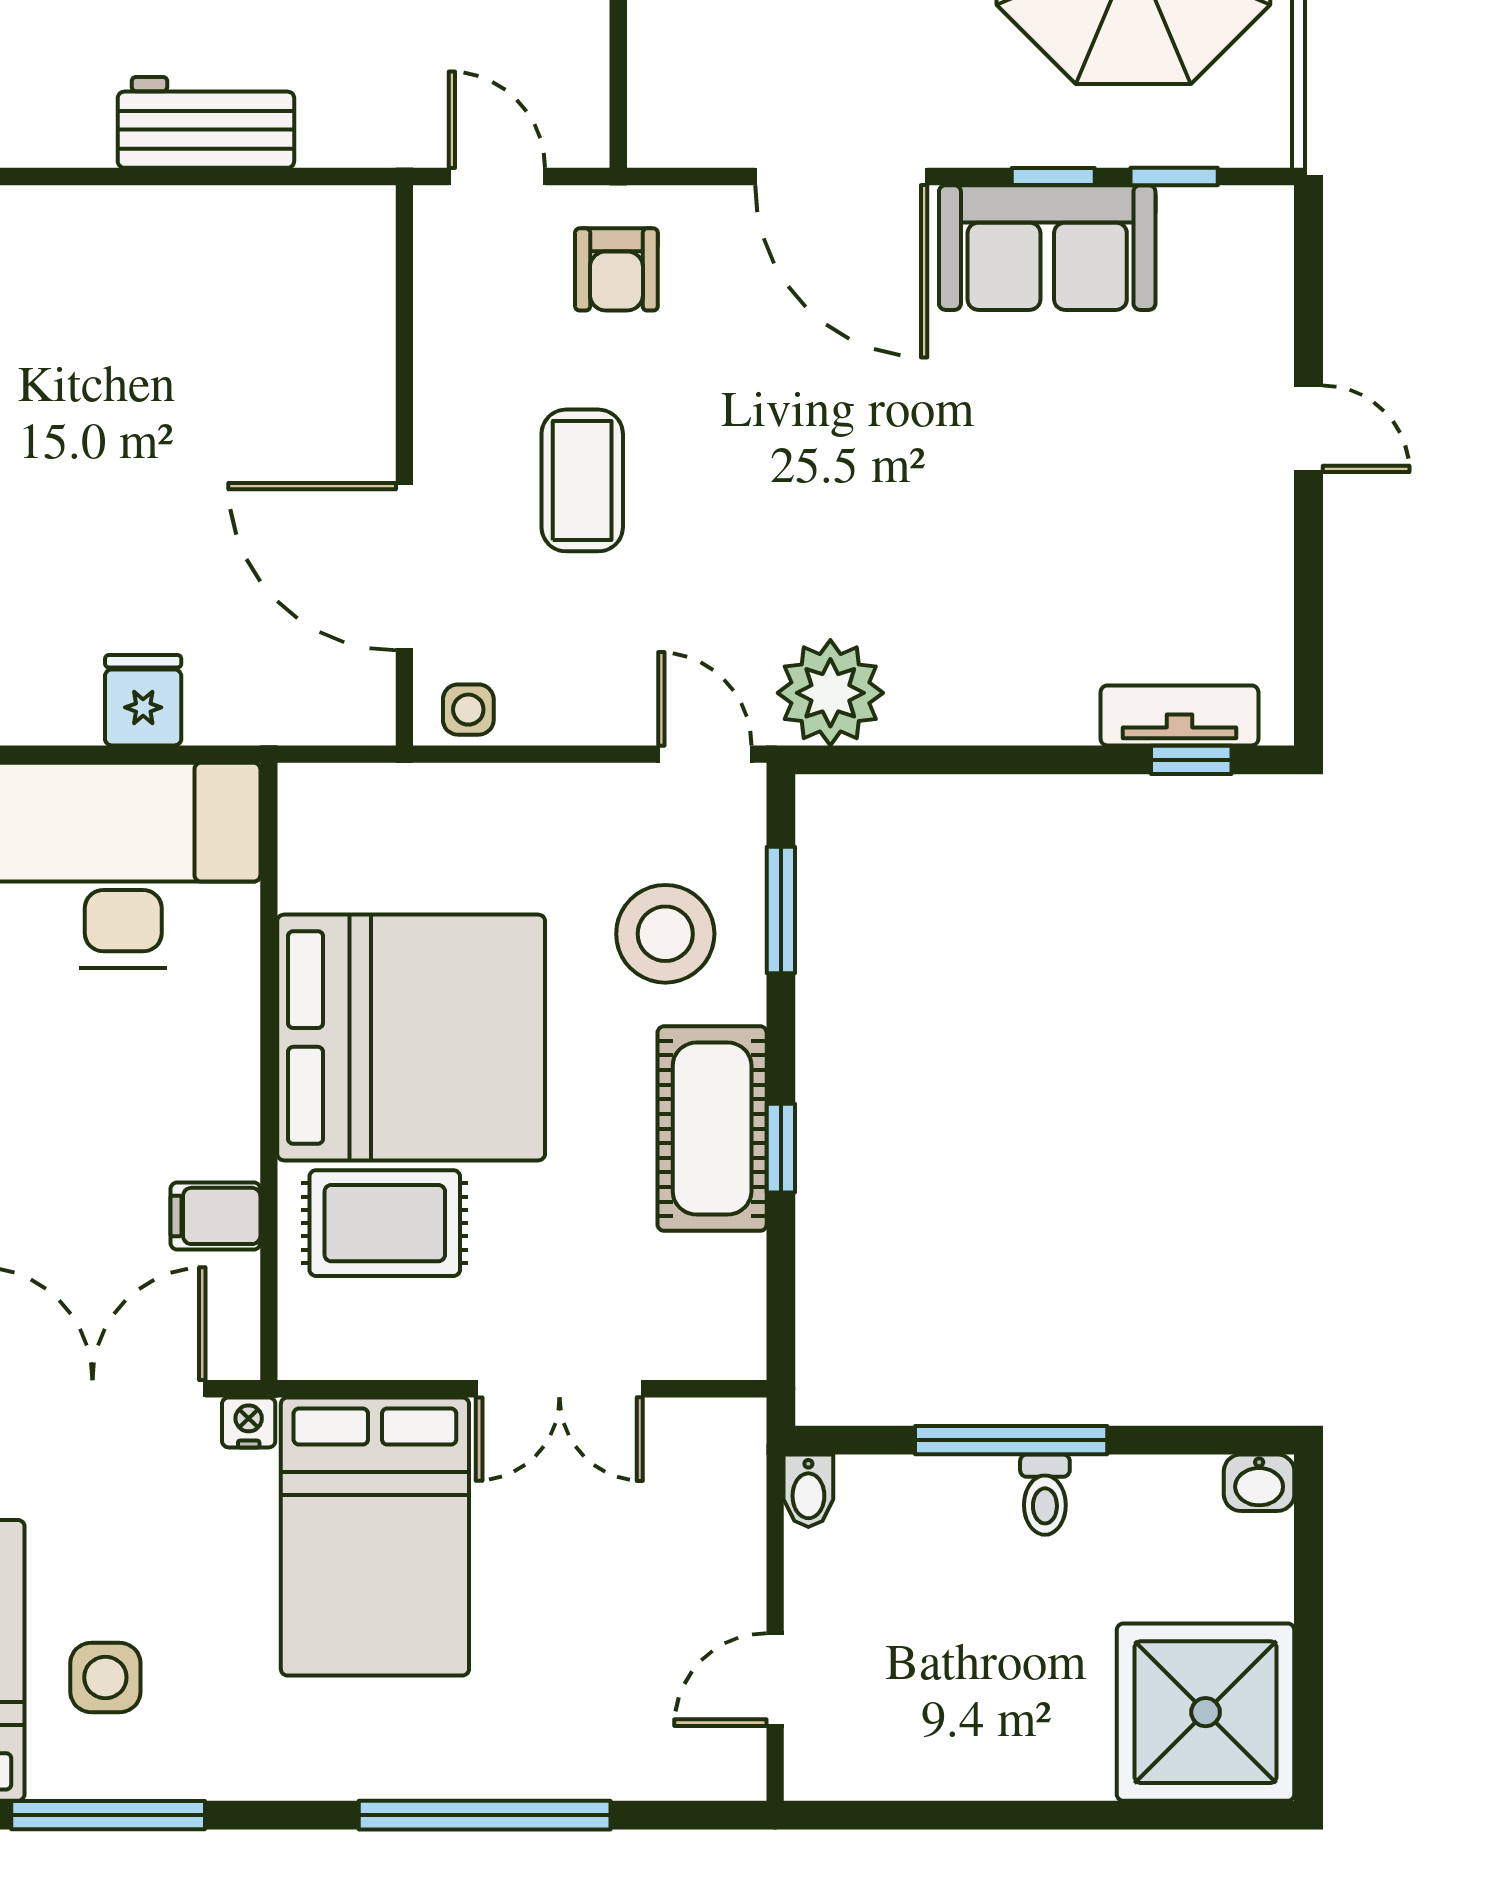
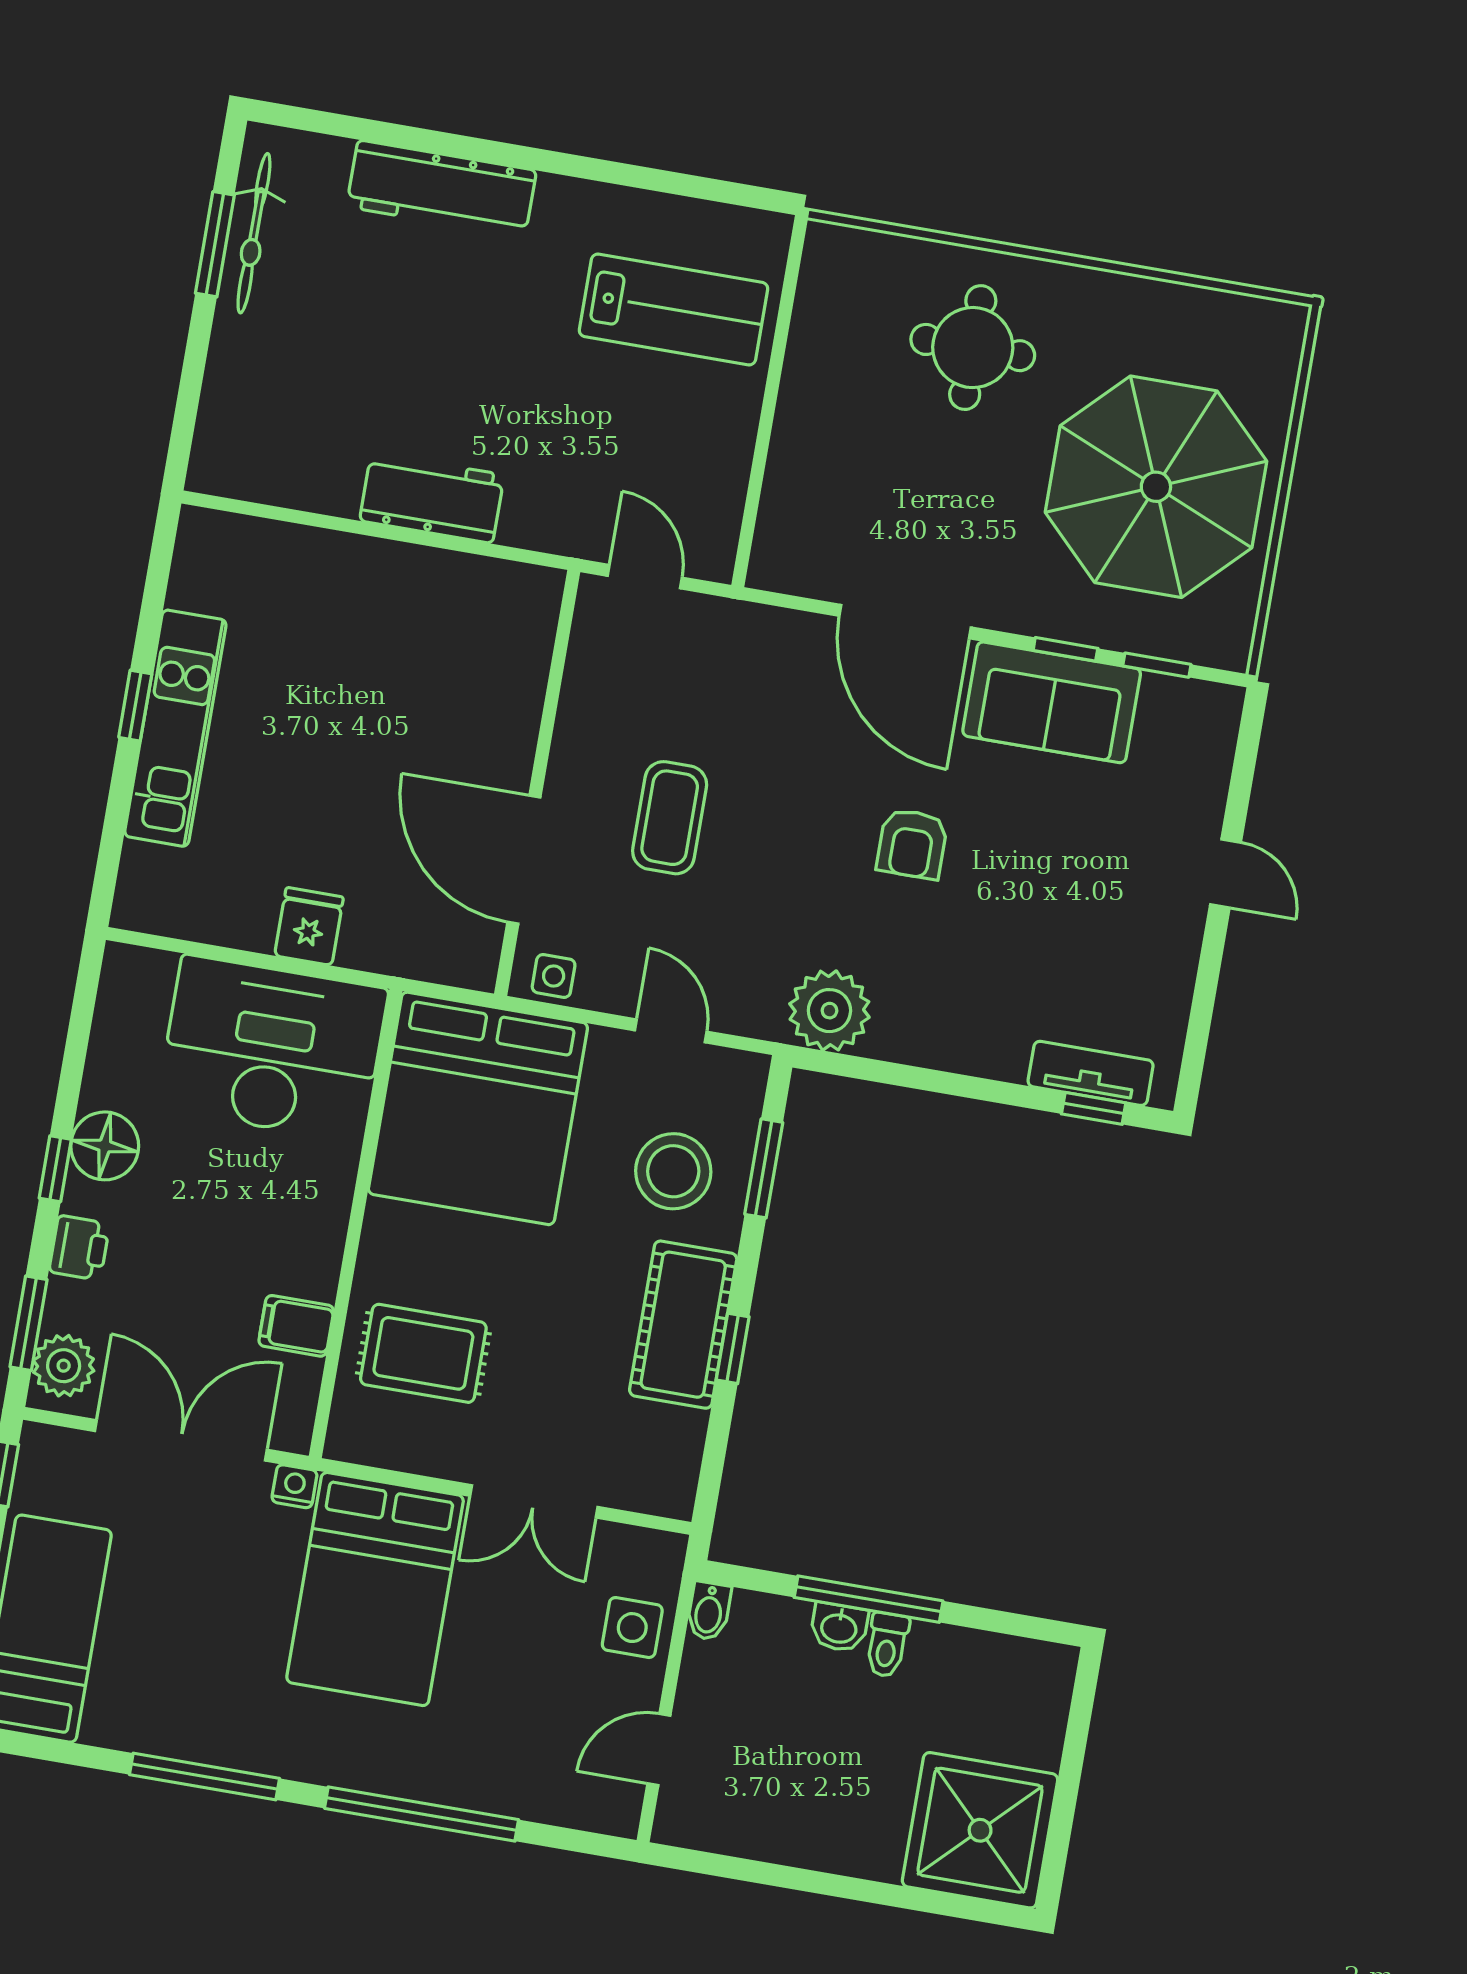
armchair: (616, 269) -> (912, 844), moved
door: (705, 754) -> (671, 1031), moved
bed: (411, 1037) -> (478, 1108), moved, turned 90
washbasin: (1259, 1483) -> (839, 1627), moved
side table: (105, 1677) -> (632, 1628), moved
window: (108, 1815) -> (204, 1776), moved

